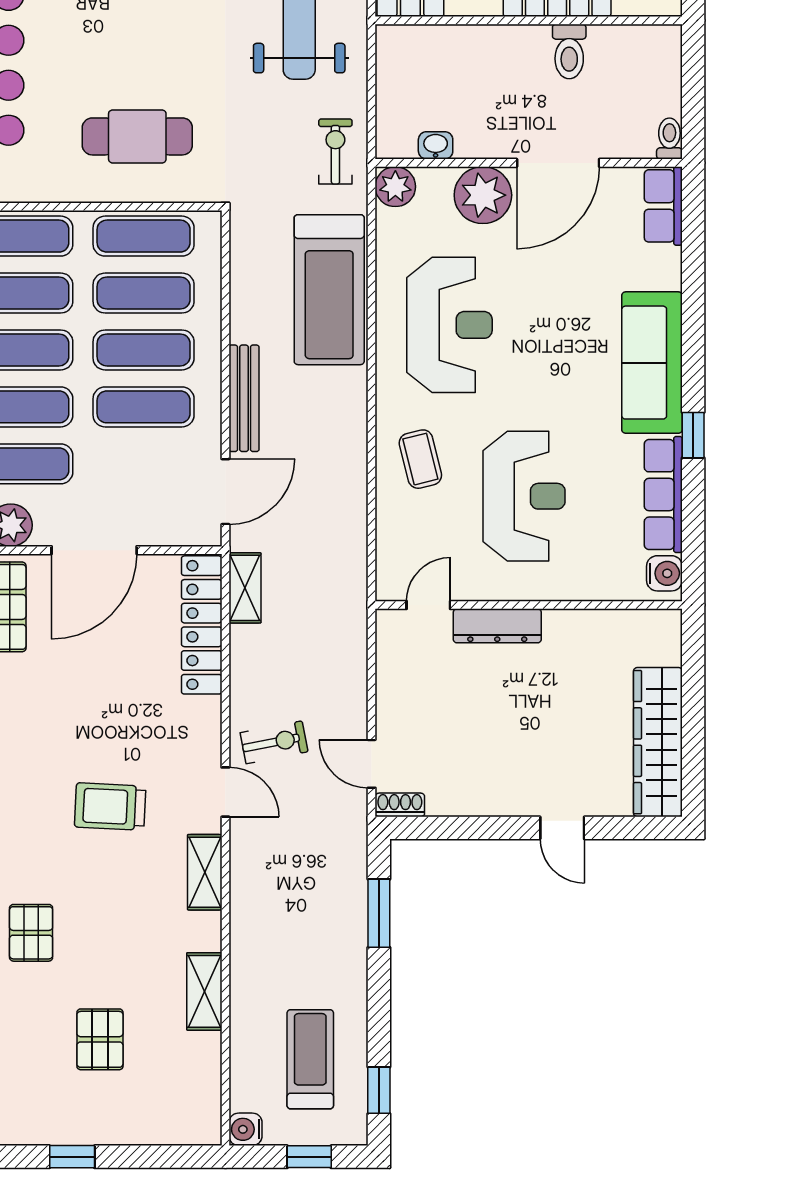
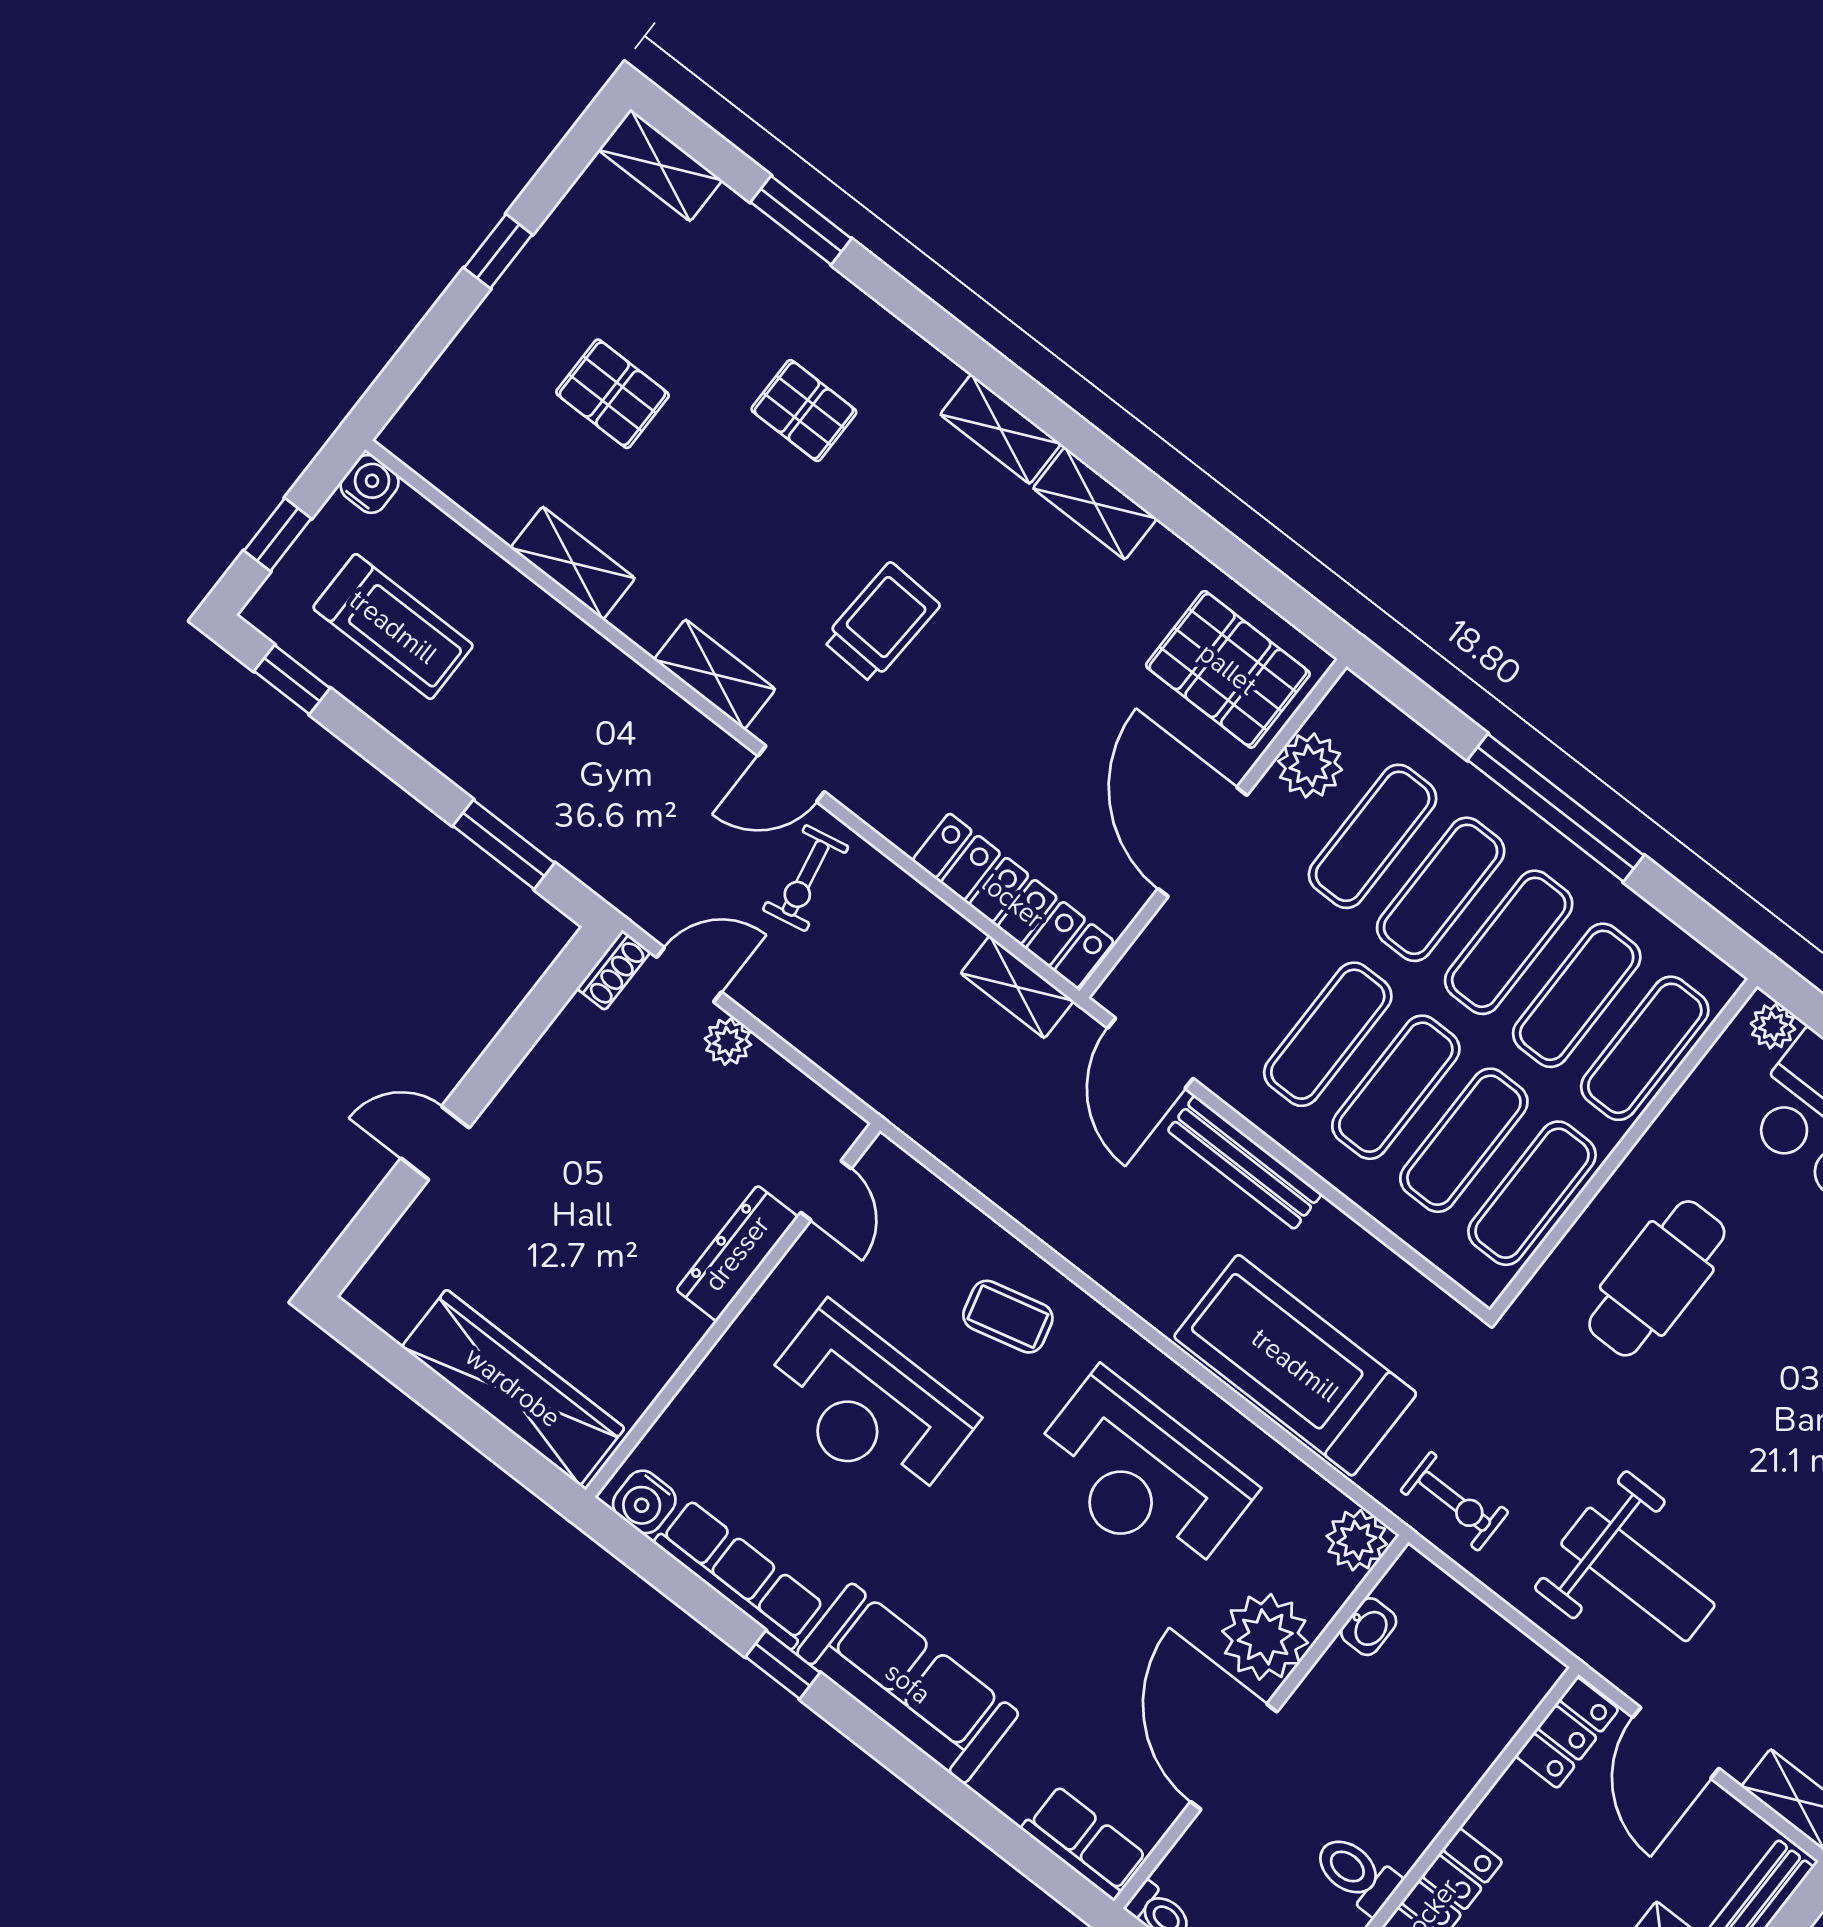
plant: (391, 716) -> (728, 1042), added
wardrobe: (658, 742) -> (513, 1387), moved

